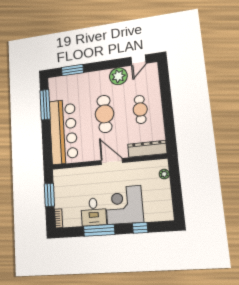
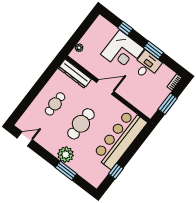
window: (72, 70) -> (66, 171), moved
plant: (118, 76) -> (66, 155), moved
window: (45, 105) -> (116, 171), width x0.46
door: (112, 162) -> (105, 87), swing flipped
window: (99, 230) -> (154, 50), width x0.69

